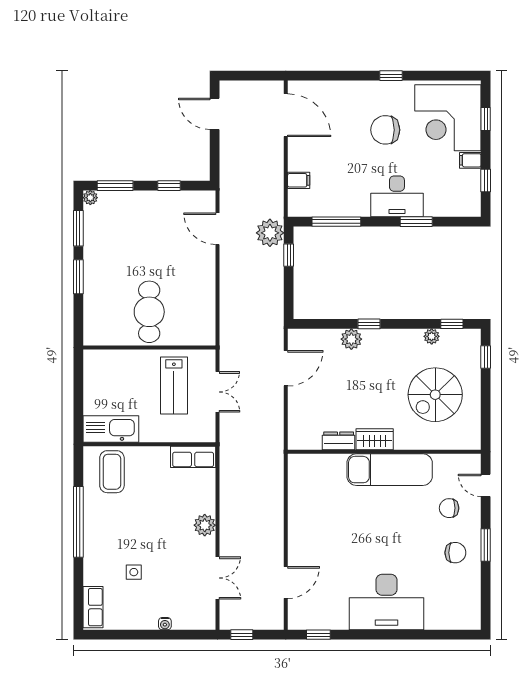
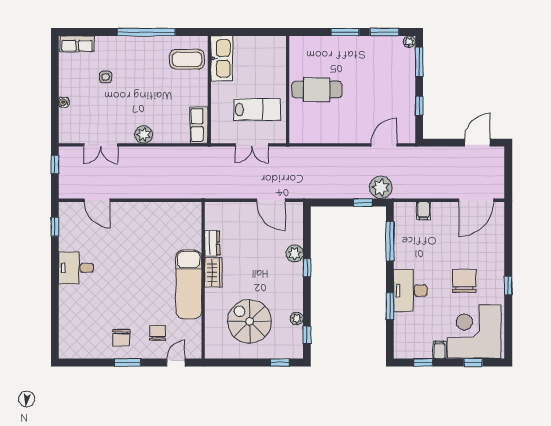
lab bench: (174, 385) -> (257, 110), turned 180
desk: (386, 602) -> (76, 268), width x0.53, depth x0.77

